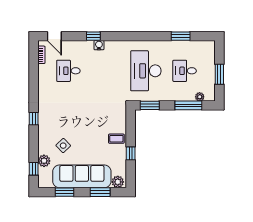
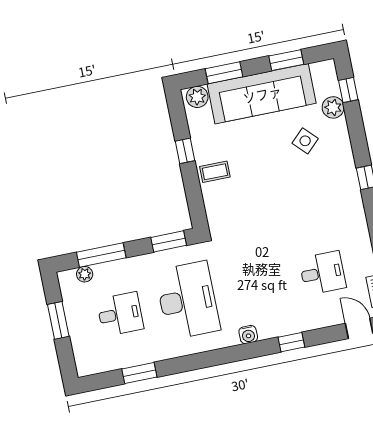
water cooler: (99, 45) -> (248, 335), moved

